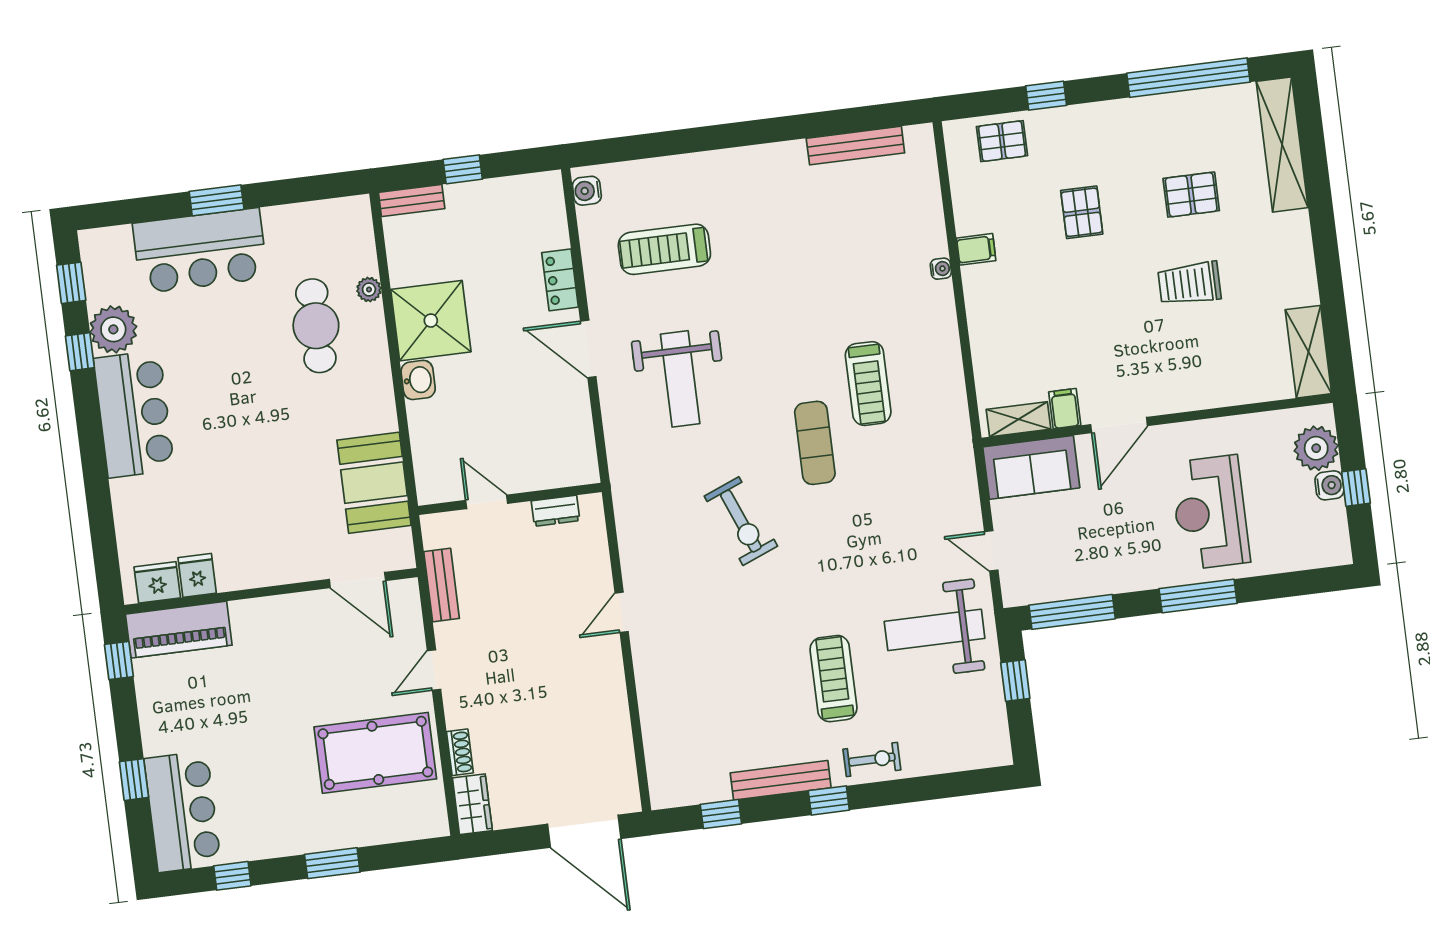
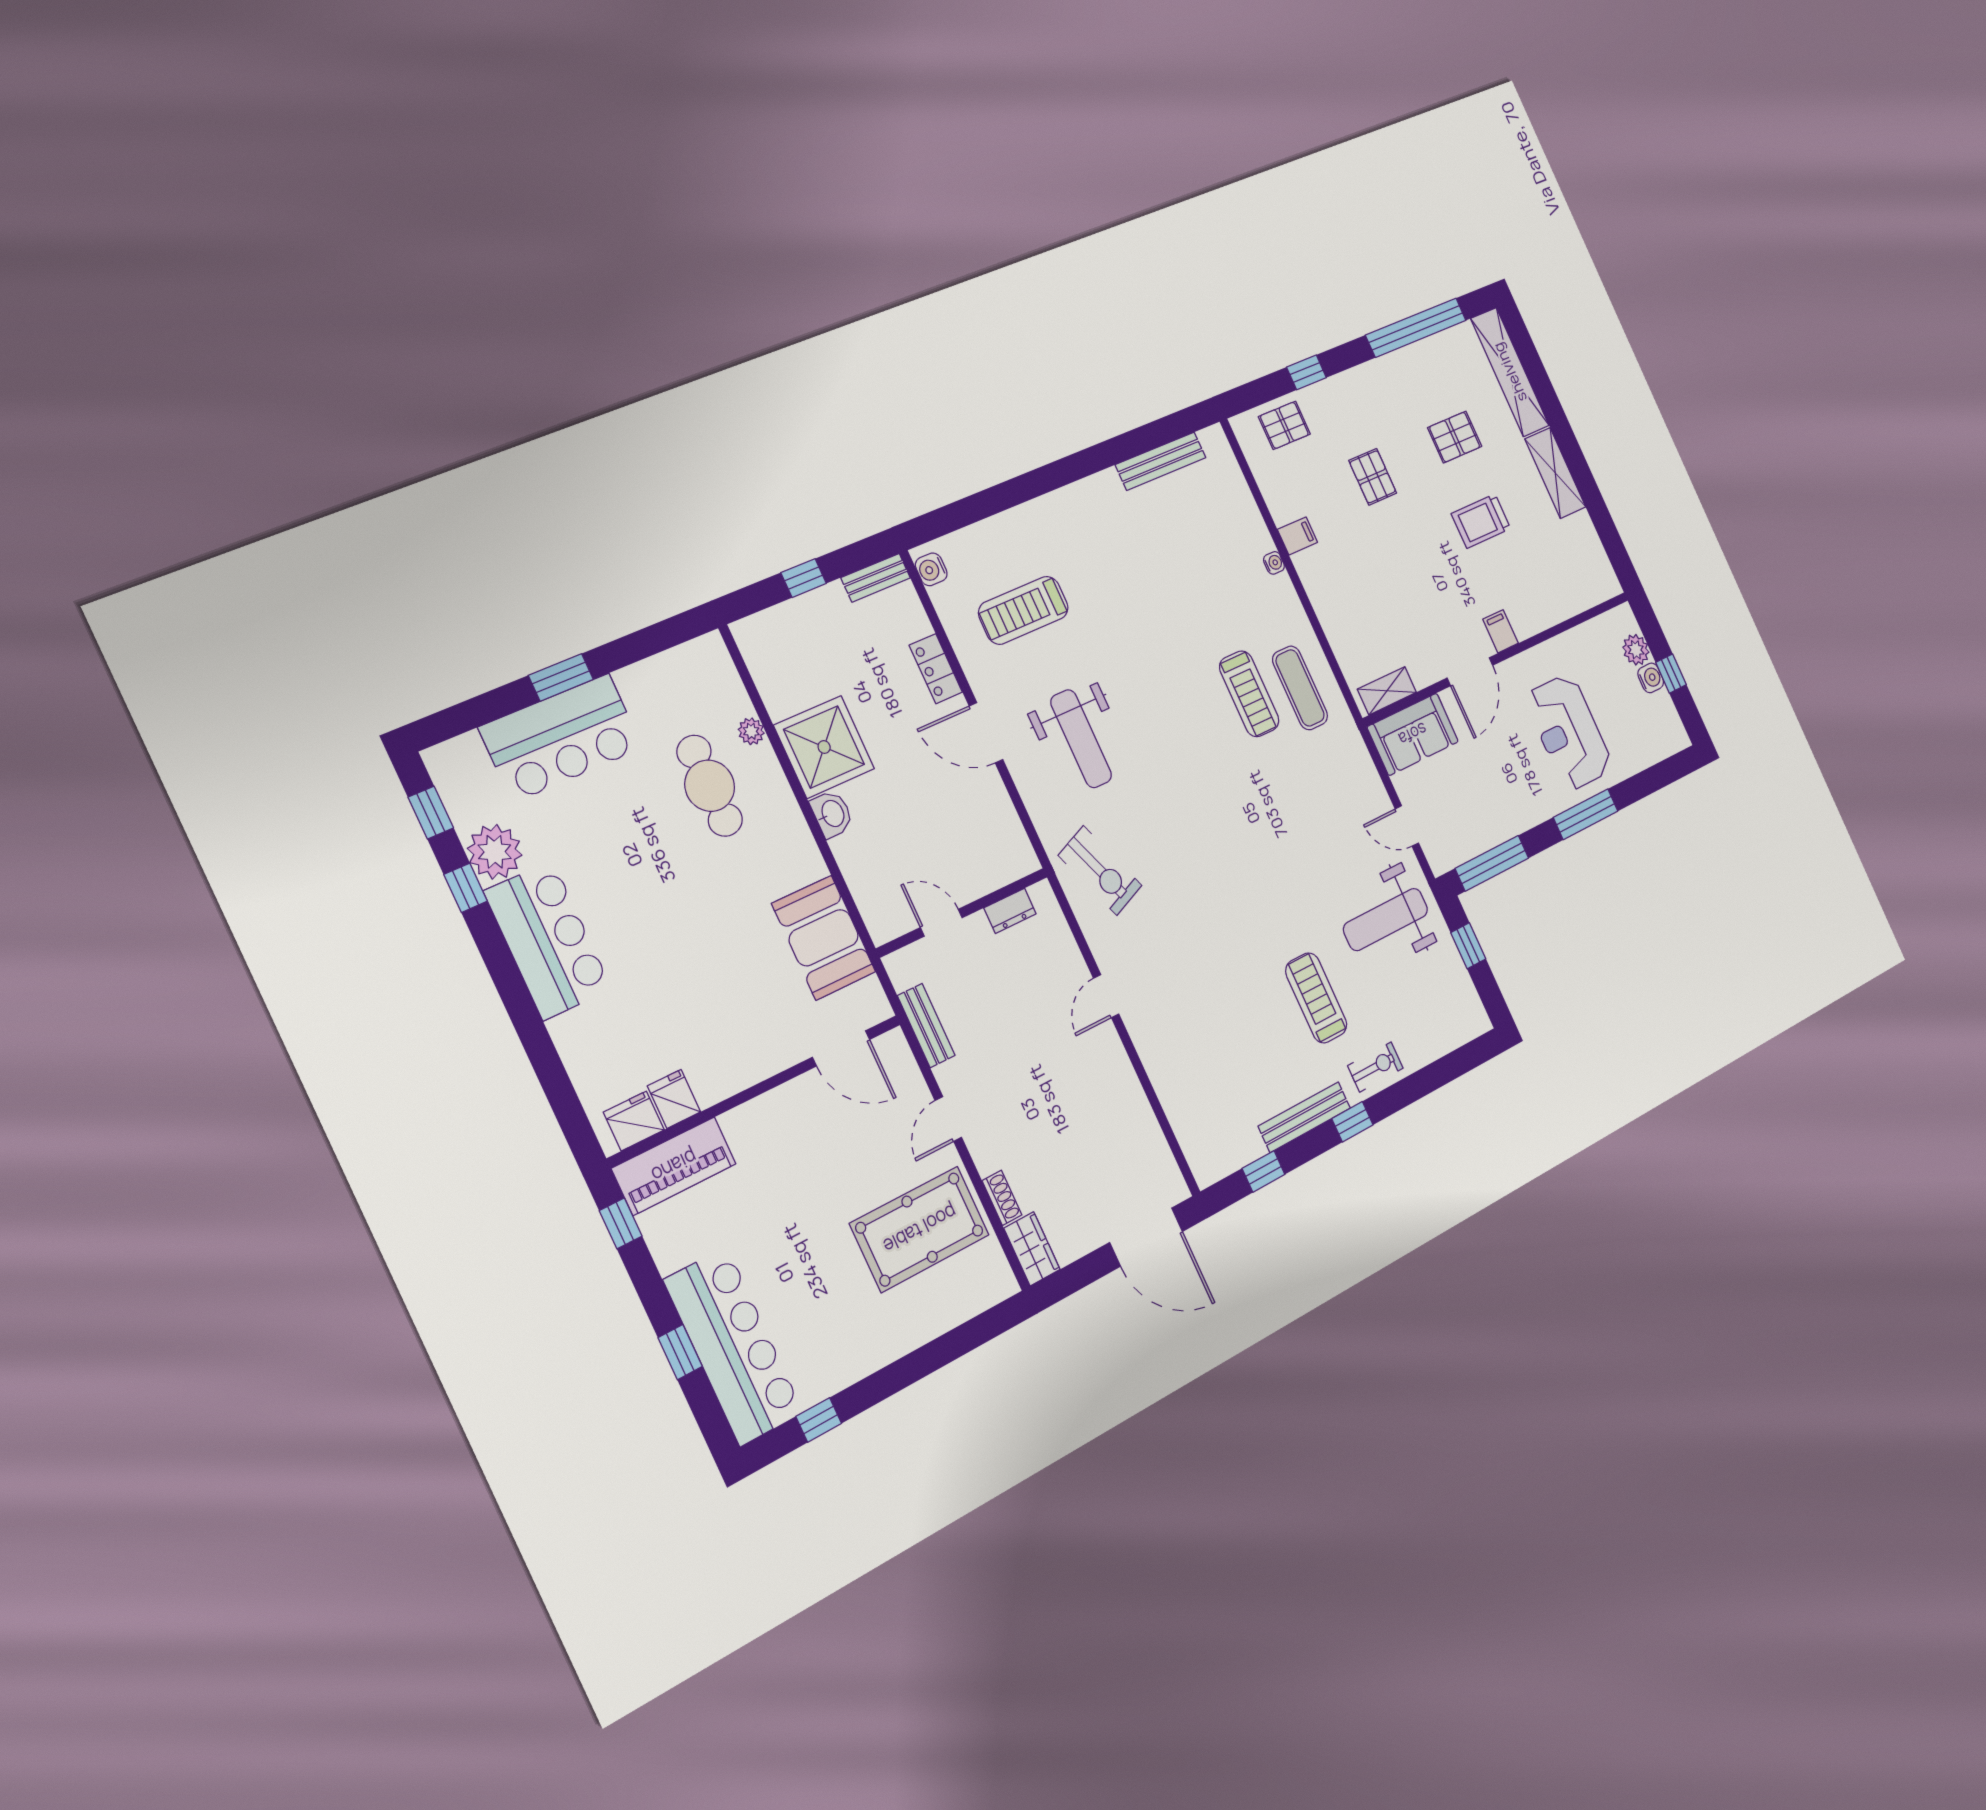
bench: (412, 200) -> (876, 578), moved
shelving: (1308, 352) -> (1555, 473), moved
filing cabinet: (1065, 409) -> (1501, 631), moved
exercise mat: (815, 443) -> (1300, 688), moved
plant: (1316, 448) -> (1636, 650), width x0.73, depth x0.73
exercise bike: (741, 521) -> (1100, 871), moved
bar counter: (183, 812) -> (733, 1346), width x1.36
window: (332, 863) -> (916, 1366), removed

